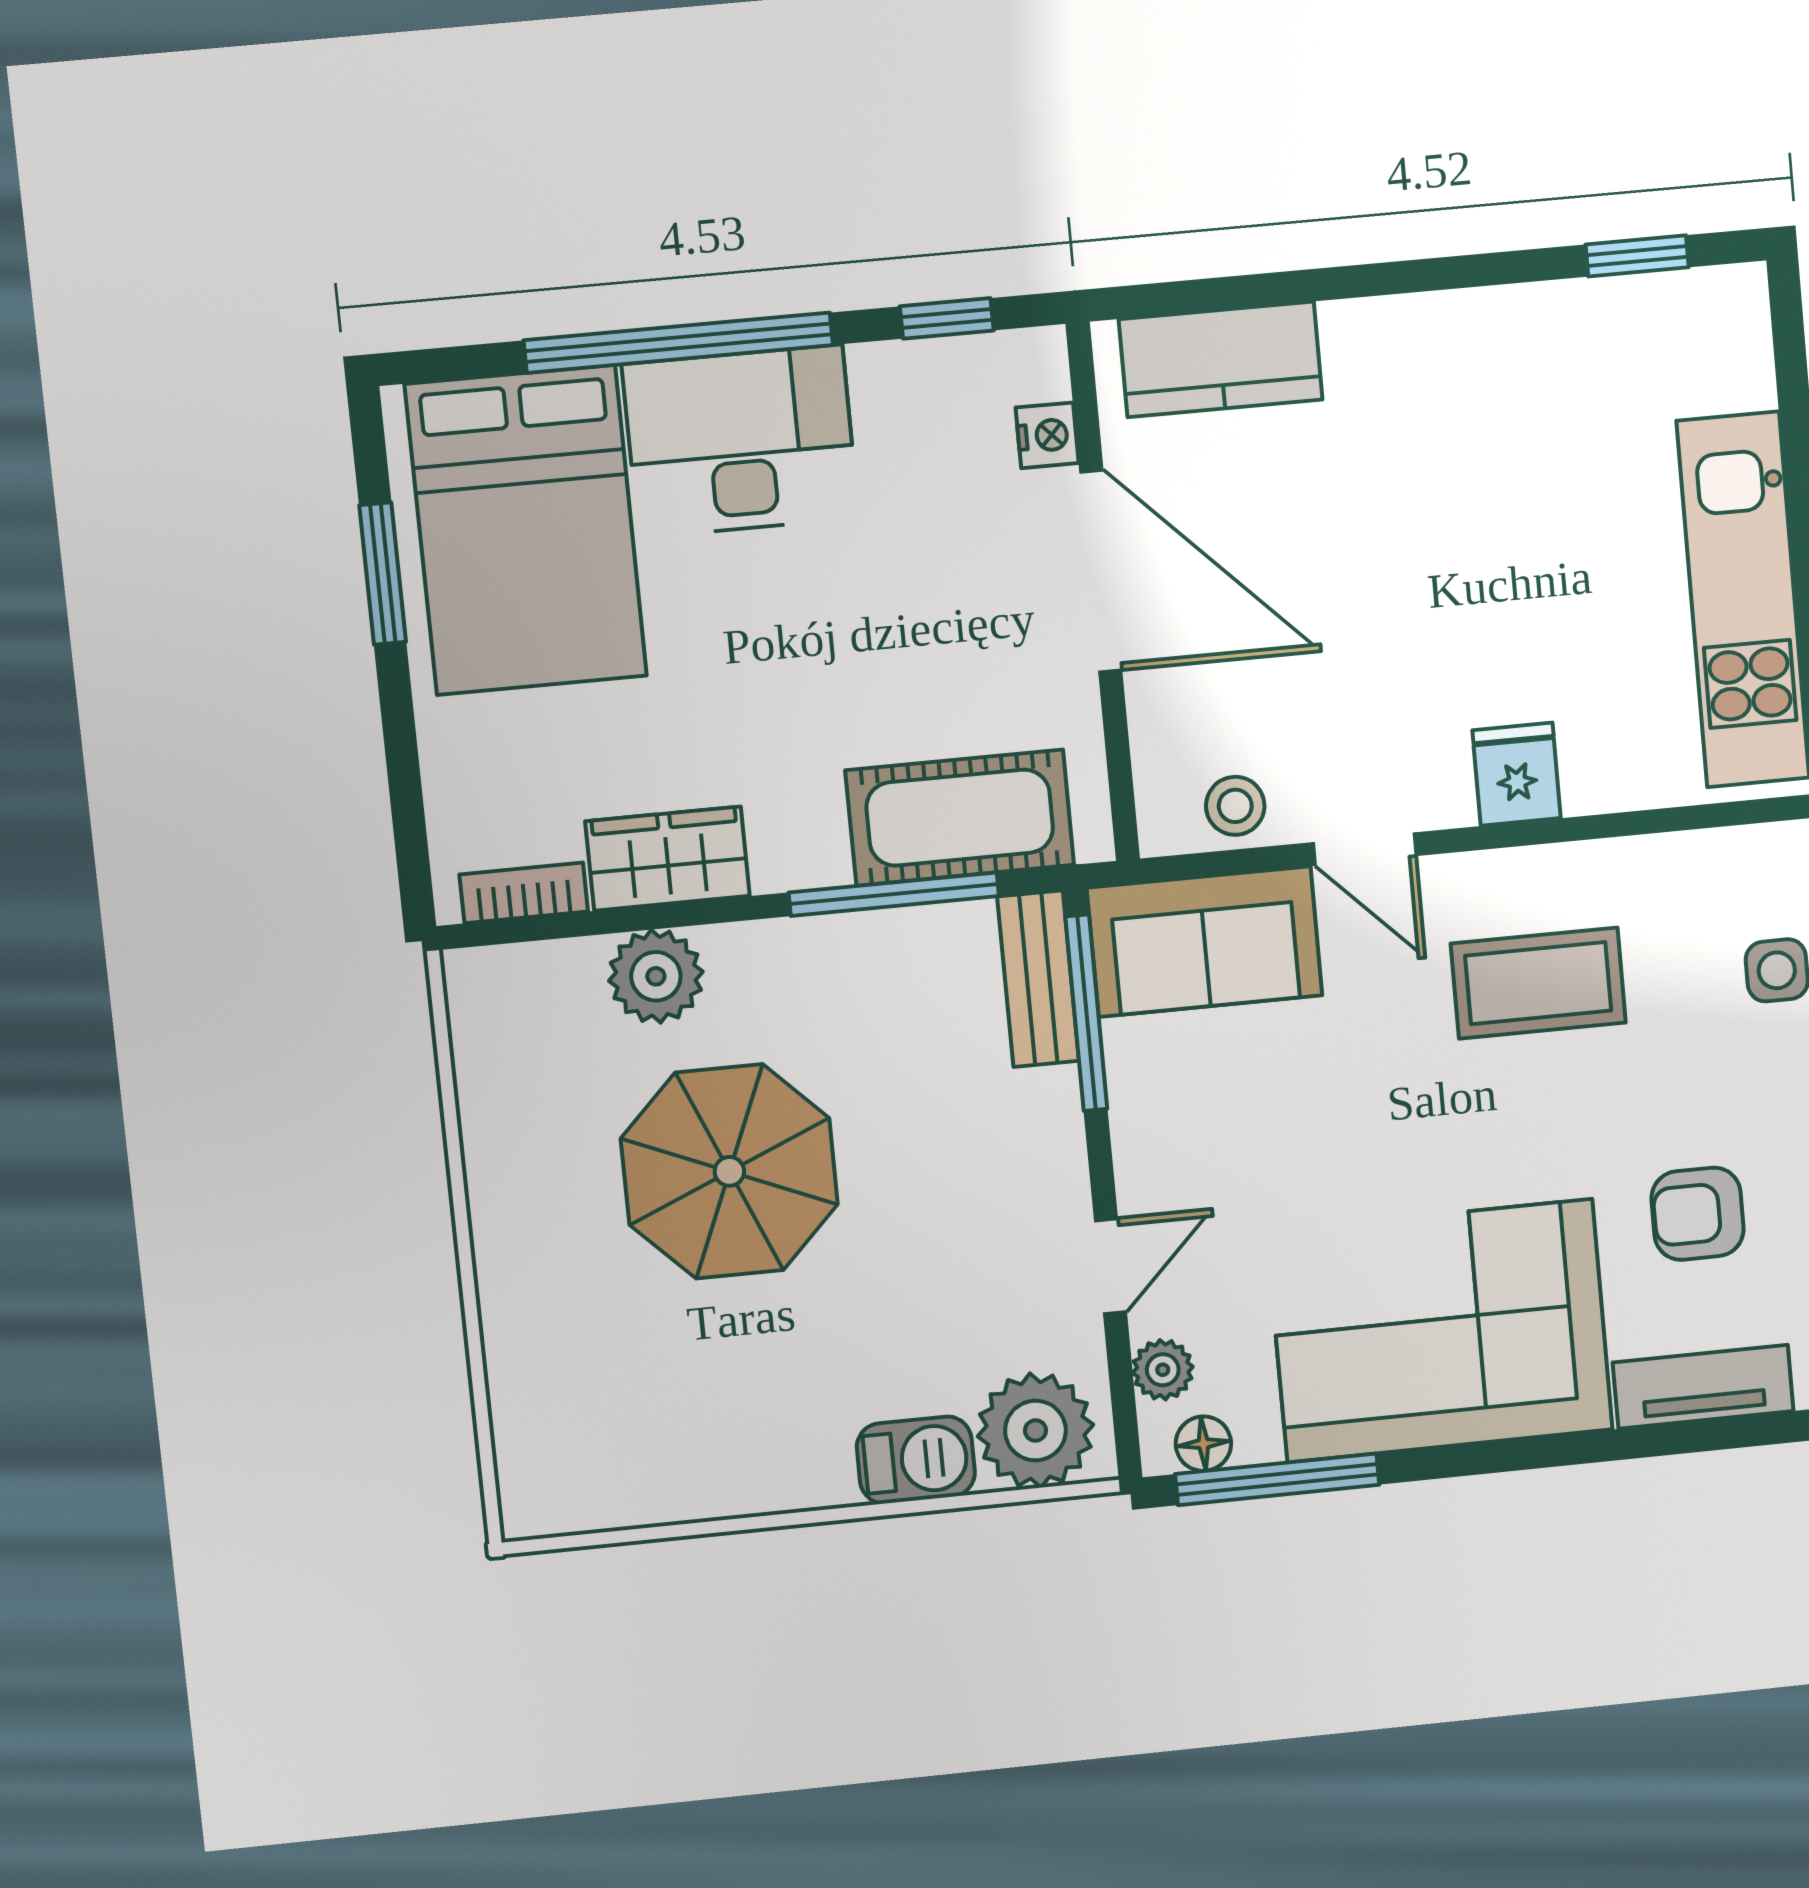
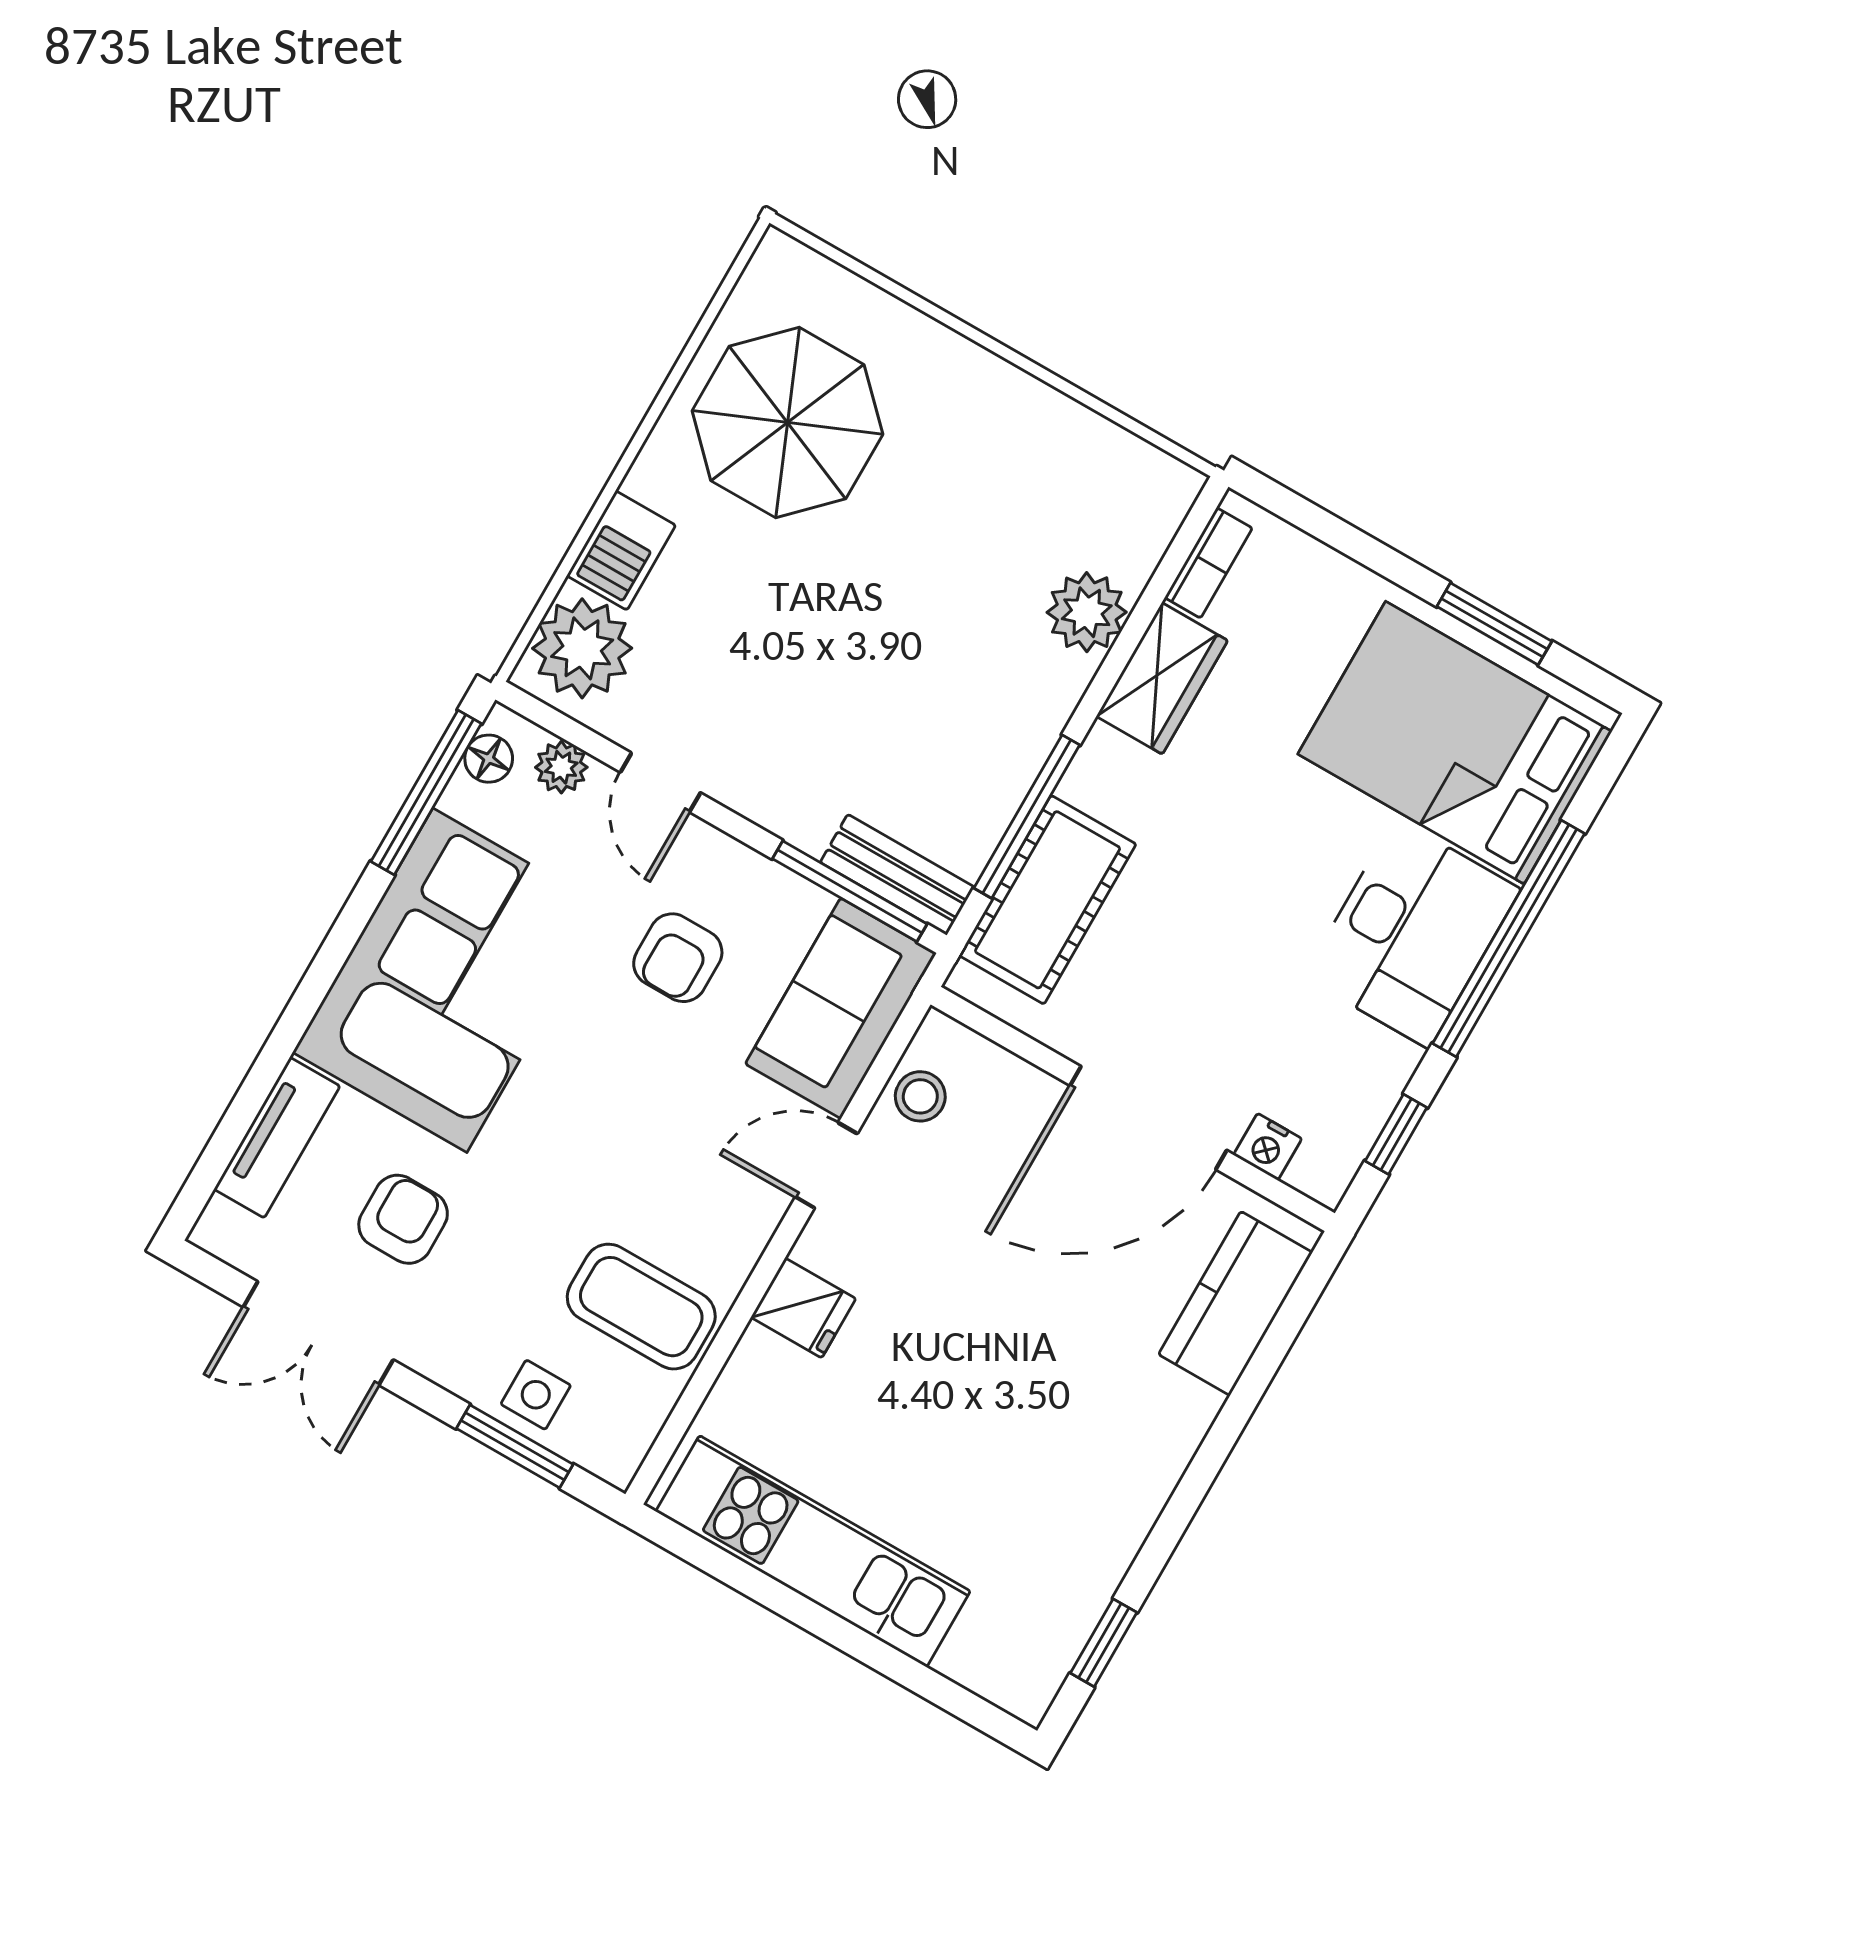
coffee table: (1538, 983) -> (641, 1307), moved, turned 90
armchair: (1266, 1131) -> (678, 958), added
parasol: (729, 1171) -> (787, 423), moved

